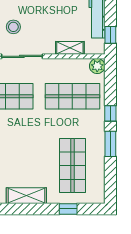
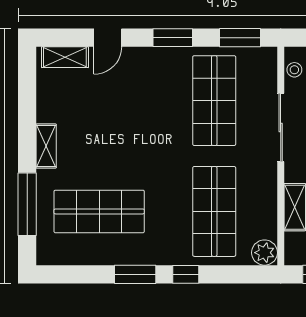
shelving: (26, 196) -> (46, 146), width x0.67, depth x0.75
window: (68, 209) -> (27, 204), width x2.17

